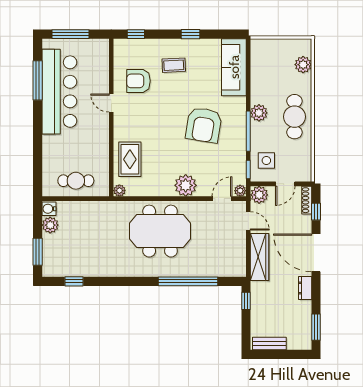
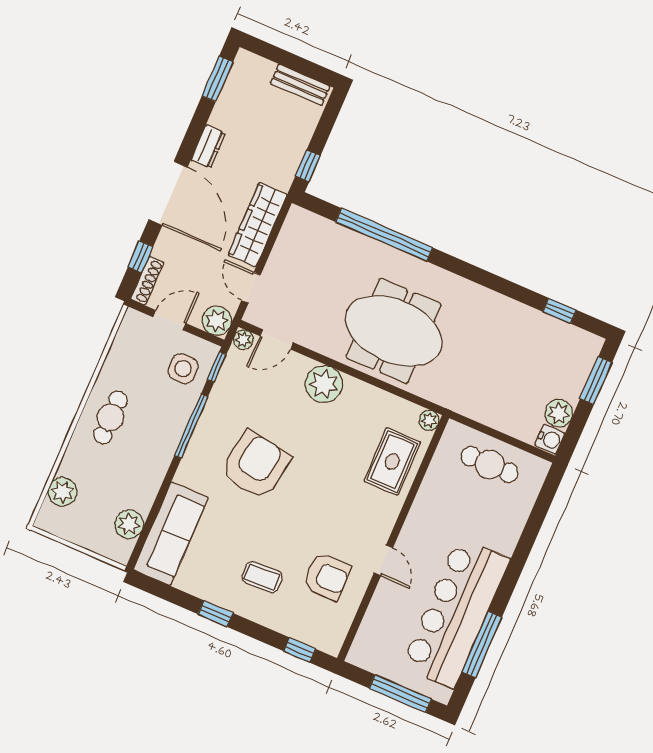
plant: (259, 113) -> (129, 524), moved
cafe table: (294, 117) -> (110, 417), width x0.73, depth x0.74

